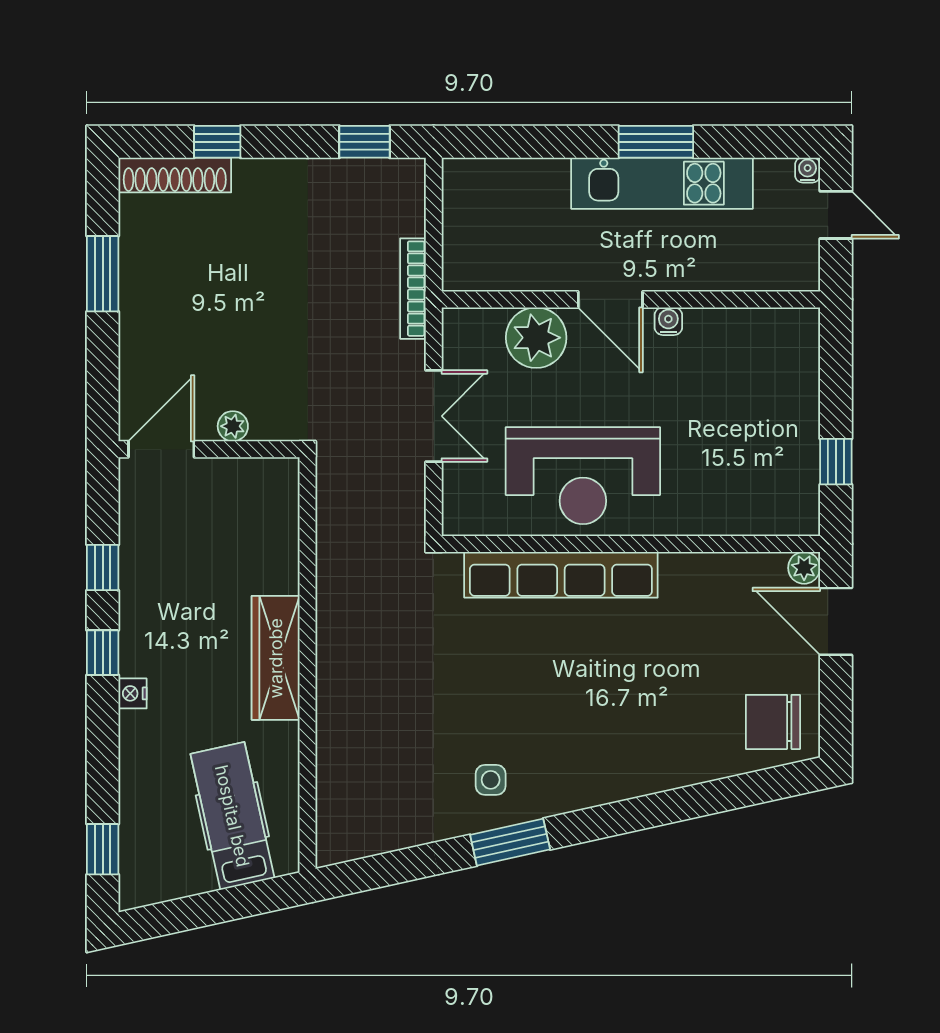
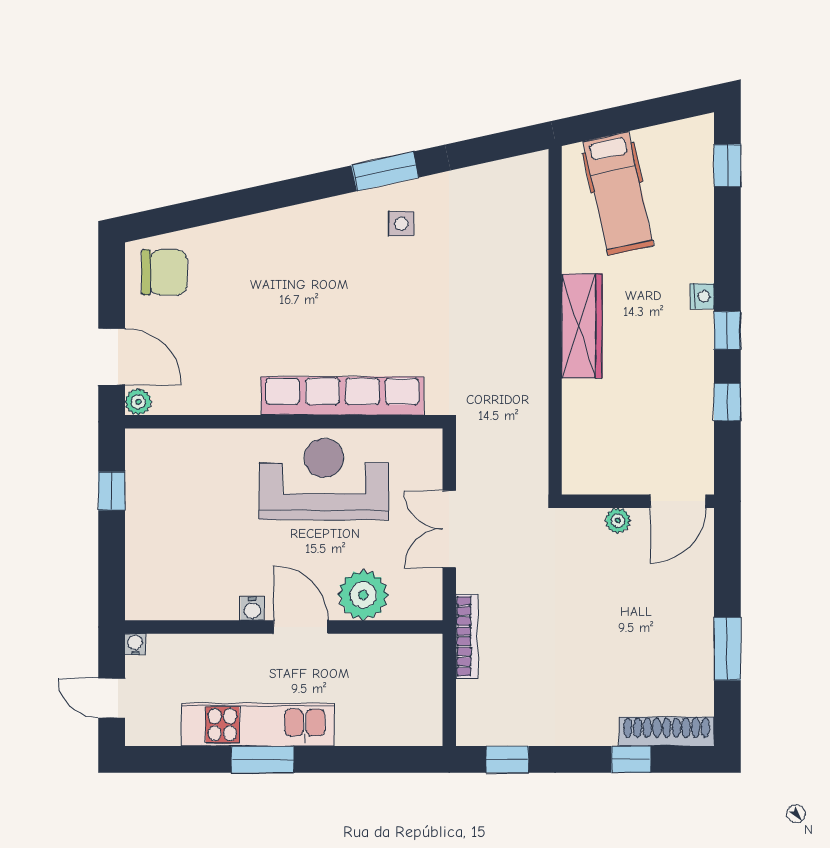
water cooler: (808, 170) -> (135, 644), moved, turned 180

